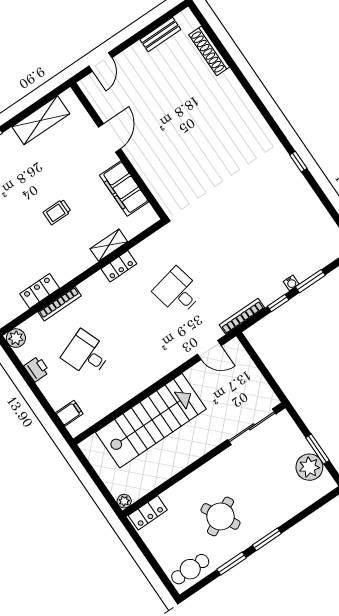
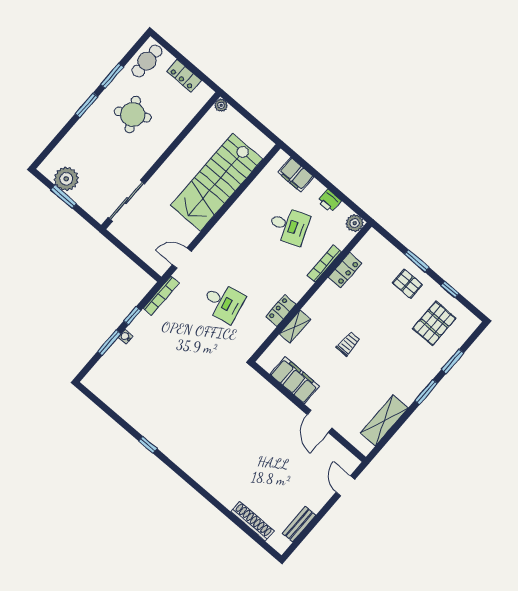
filing cabinet: (69, 413) -> (296, 175), width x2.00
locker: (148, 513) -> (184, 76), moved, turned -90

